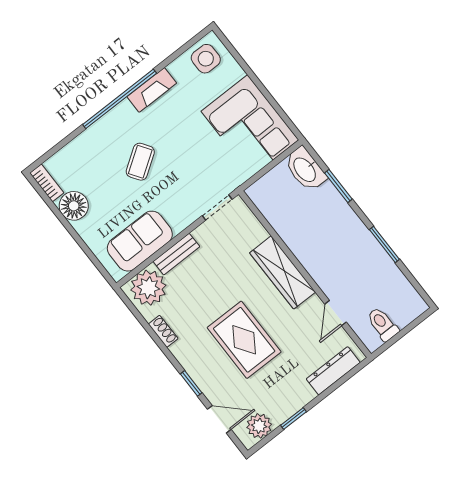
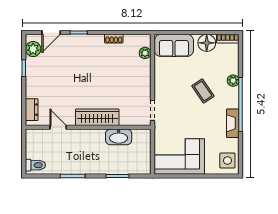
plant: (96, 133) -> (233, 81), added
washbasin: (305, 169) -> (119, 137), moved, turned 180
sofa: (140, 241) -> (174, 45), moved, turned 90
bench: (176, 254) -> (146, 74), removed
plant: (148, 288) -> (145, 53), width x0.53, depth x0.53
toilet: (383, 324) -> (35, 165), moved
rug: (244, 340) -> (80, 74), removed
dresser: (333, 371) -> (32, 110), width x0.70

